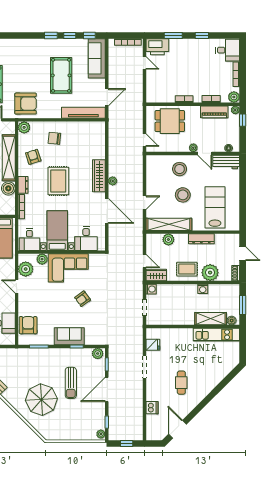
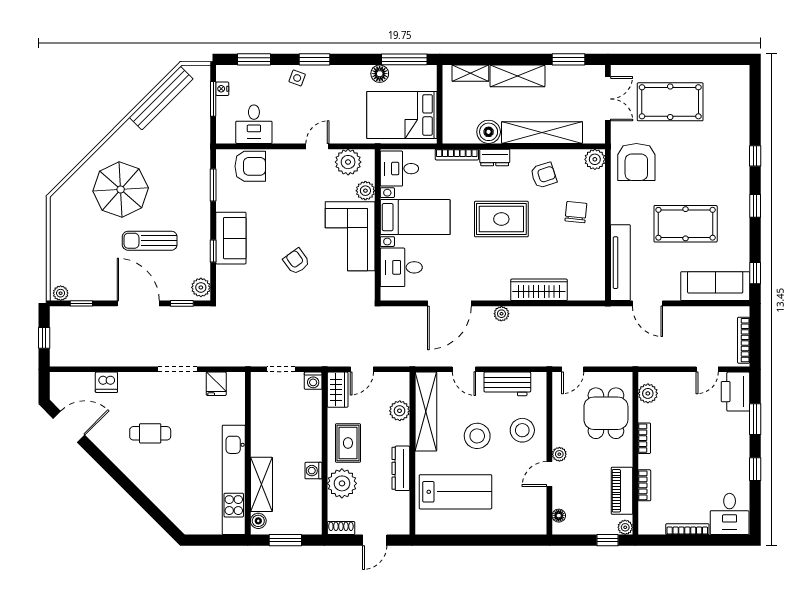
window: (70, 35) -> (755, 156), moved
plant: (234, 97) -> (648, 393), moved
workbench: (226, 162) -> (507, 384), moved, turned -90
wardrobe: (99, 176) -> (539, 290), moved
kitchen unit: (216, 335) -> (234, 480), width x1.36

